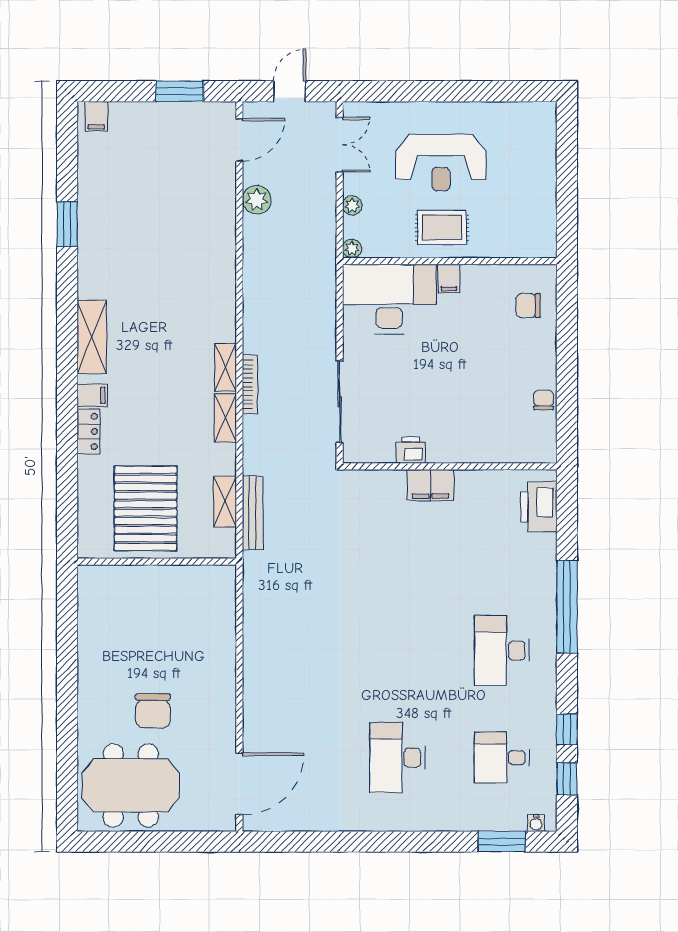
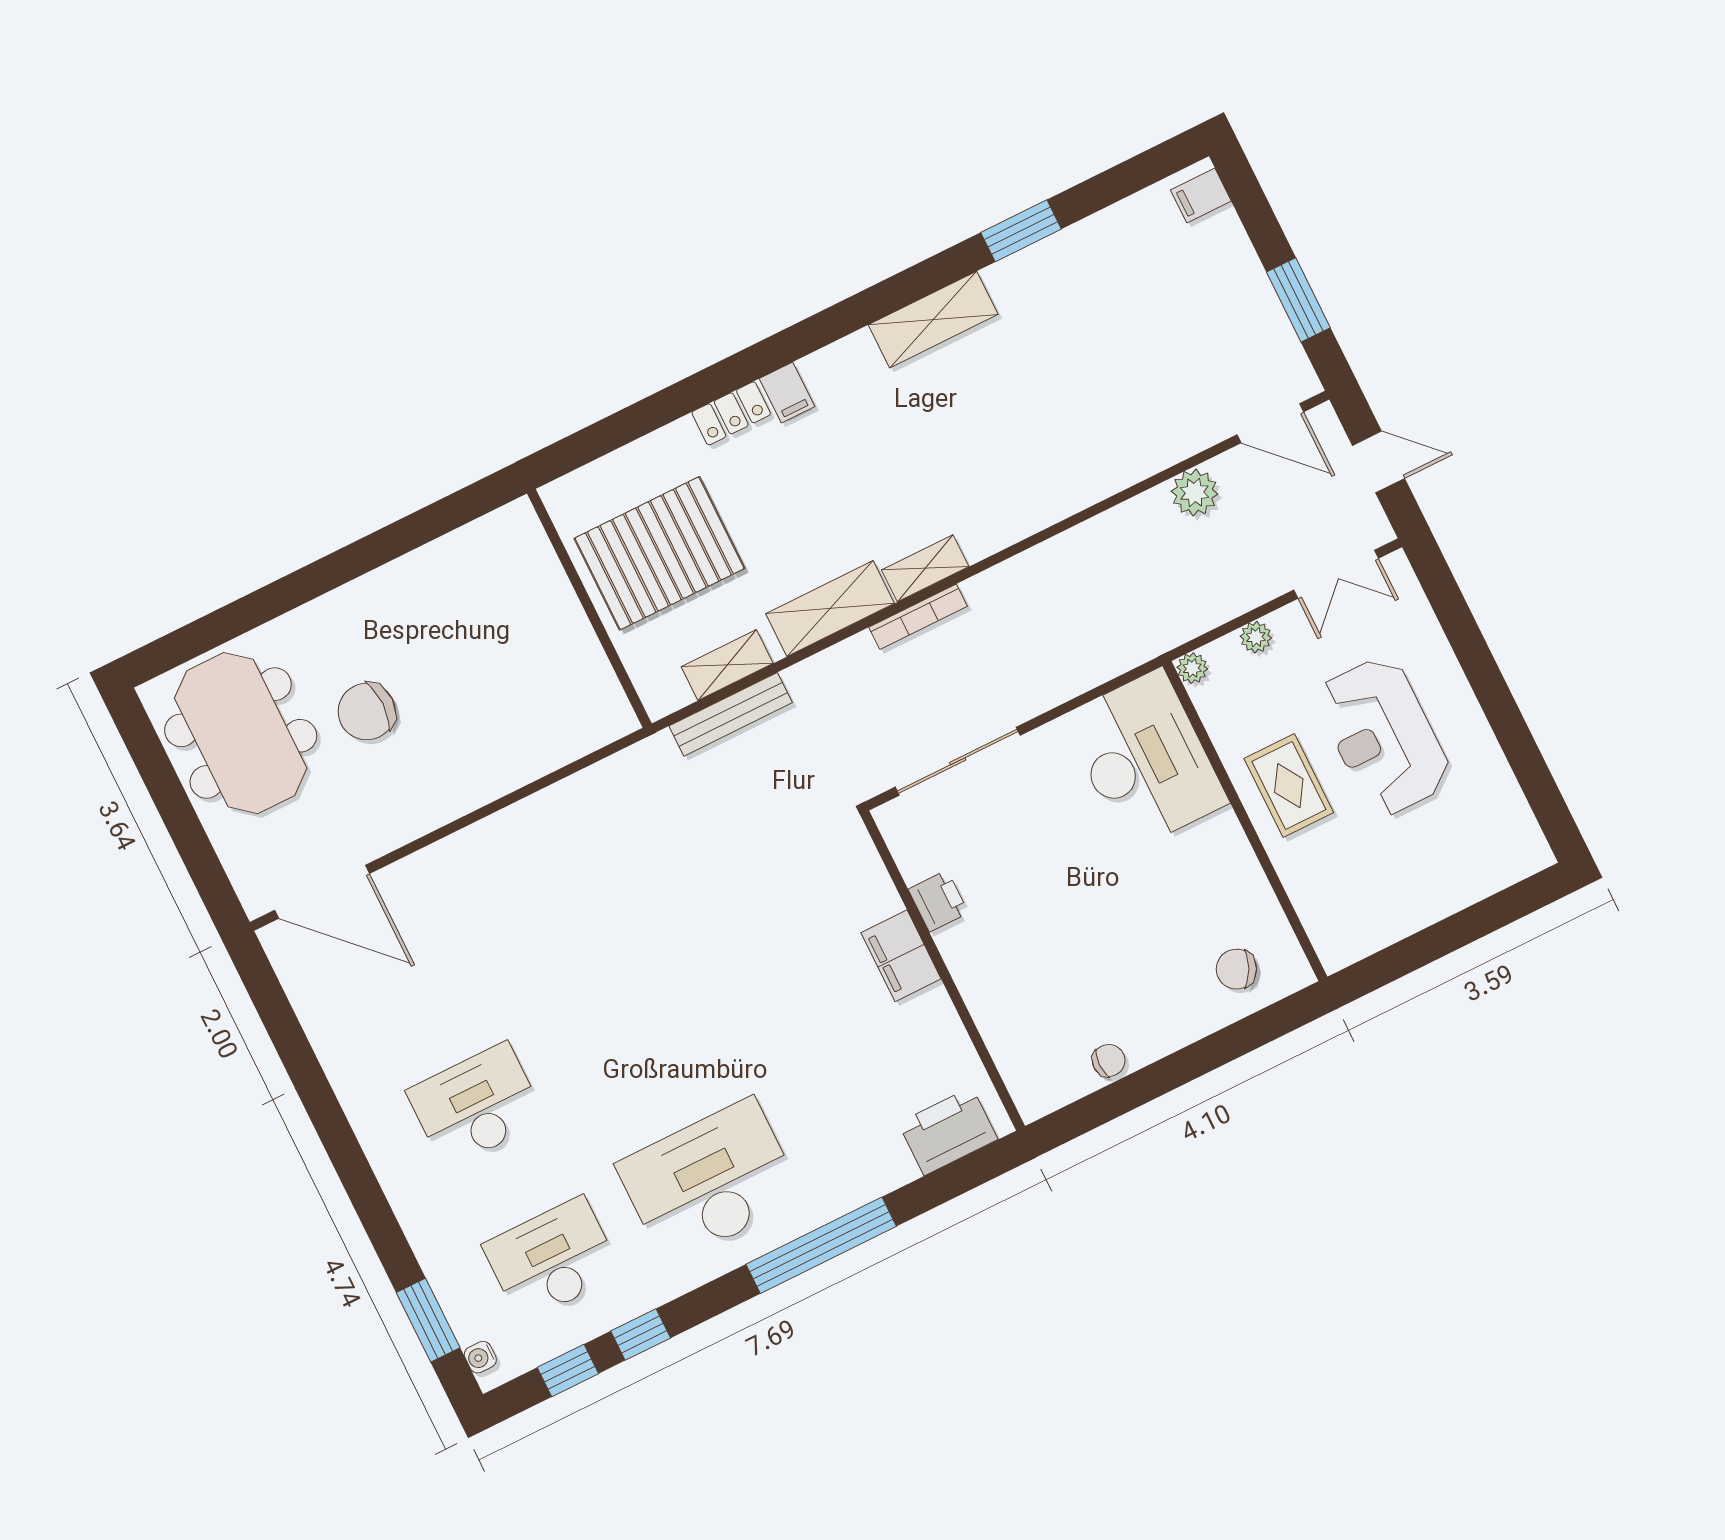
filing cabinet: (449, 278) -> (1219, 832), removed
chair: (528, 306) -> (1236, 969), turned -64
shelving: (92, 337) -> (933, 320), moved
shelving: (225, 418) -> (830, 609), width x1.50, depth x1.33
desk: (502, 650) -> (710, 1181), width x1.36, depth x1.30
desk: (502, 758) -> (552, 1259), width x1.37

